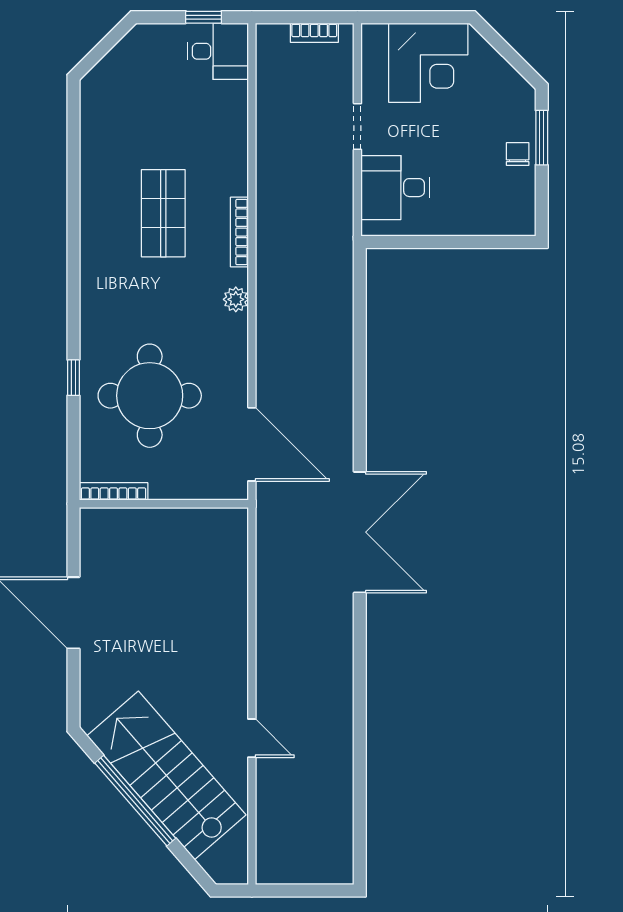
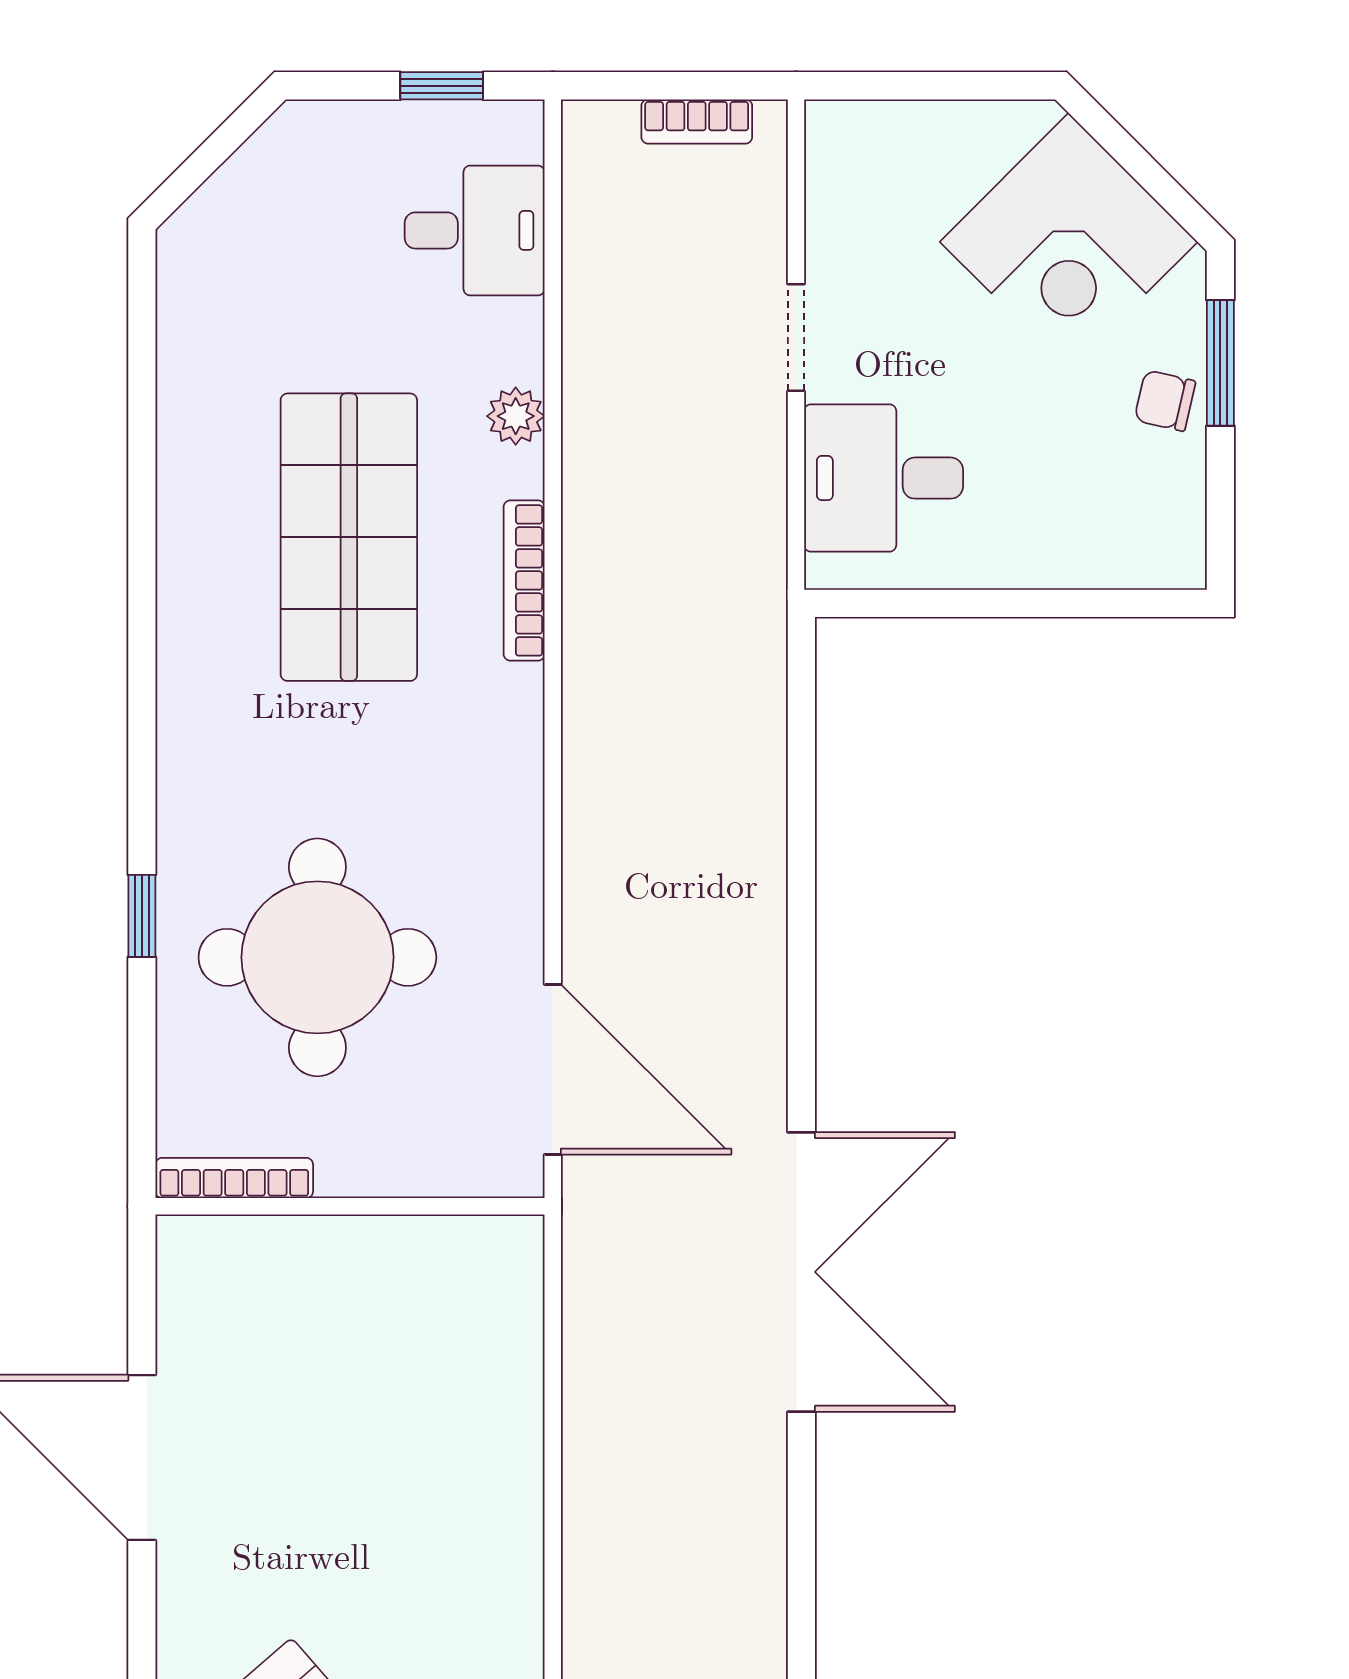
desk: (218, 51) -> (475, 230), moved
corner desk: (428, 63) -> (1069, 242), moved, turned 45
chair: (518, 154) -> (1165, 401), turned -77
shop shelf: (163, 213) -> (349, 537), width x1.43, depth x1.36
plant: (236, 299) -> (516, 416), moved

